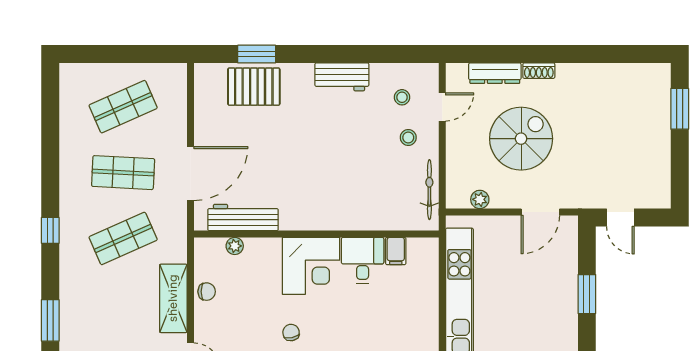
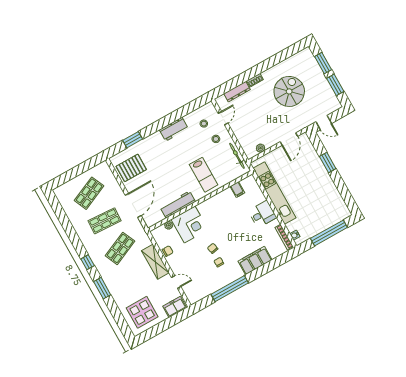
pallet: (254, 87) -> (131, 168), moved
spiral stairs: (521, 139) -> (289, 91), moved
window: (680, 161) -> (335, 85), added
lab bench: (350, 190) -> (204, 175), added
workbench: (243, 218) -> (178, 205), moved
desk: (363, 260) -> (262, 214), moved, turned 90
corner desk: (311, 266) -> (190, 225), moved
window: (50, 320) -> (102, 288), moved

